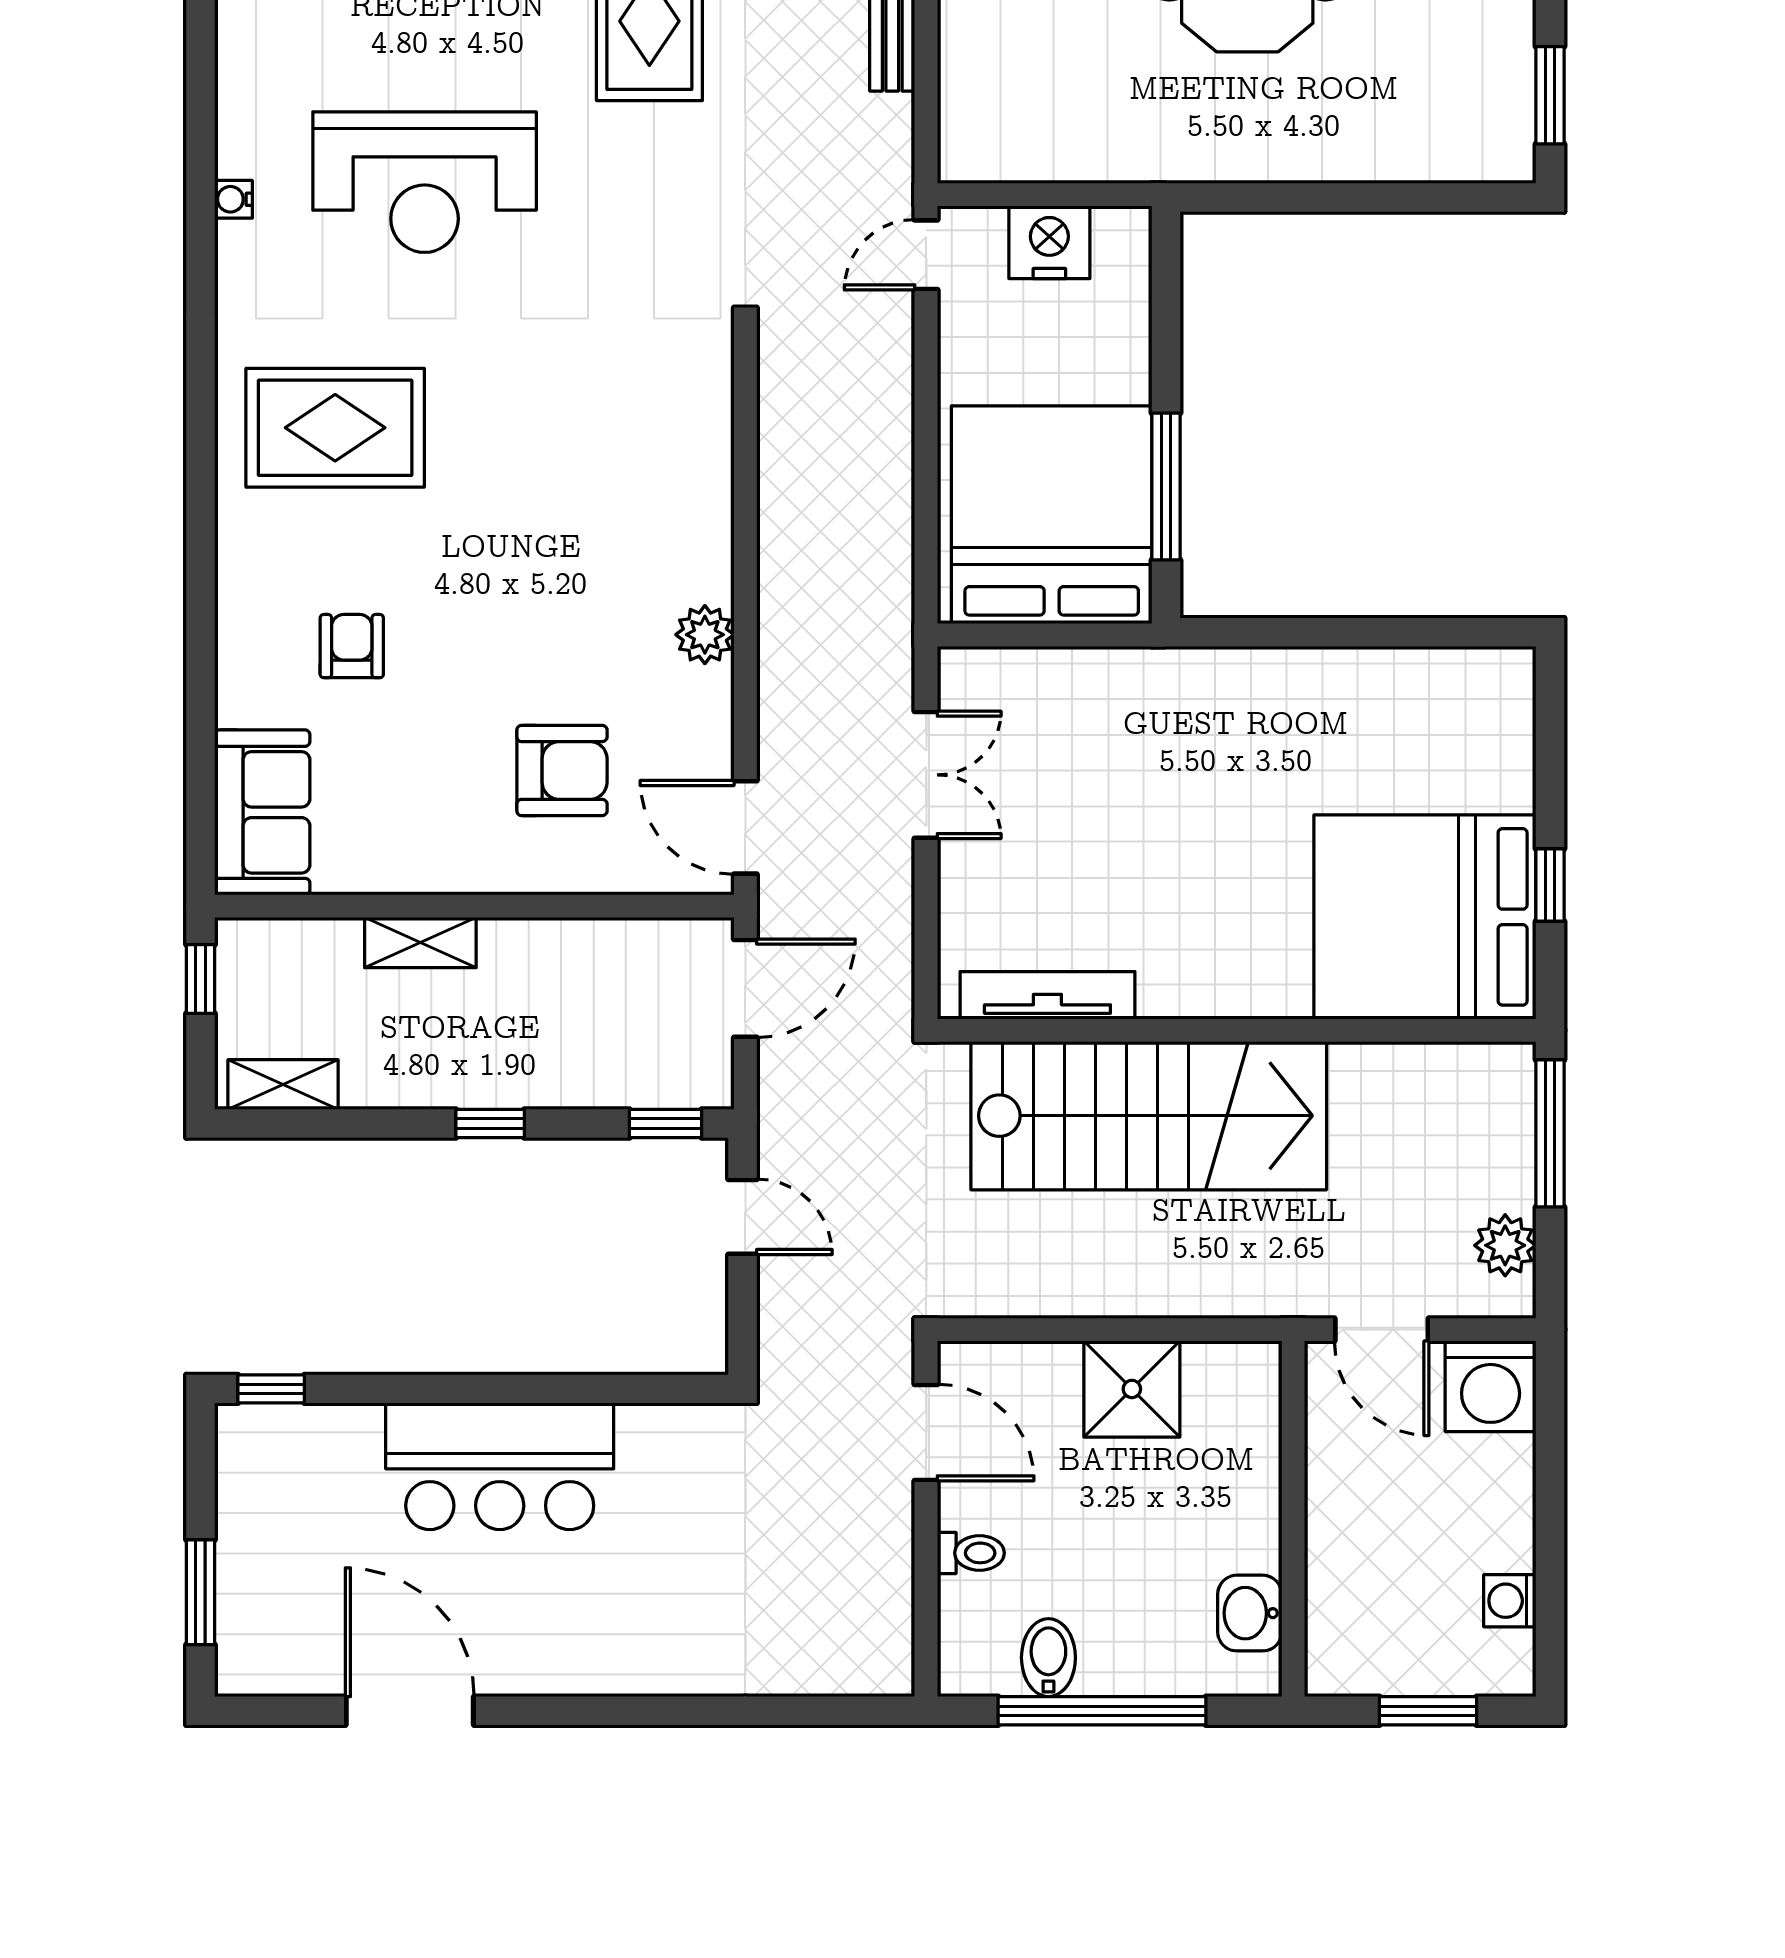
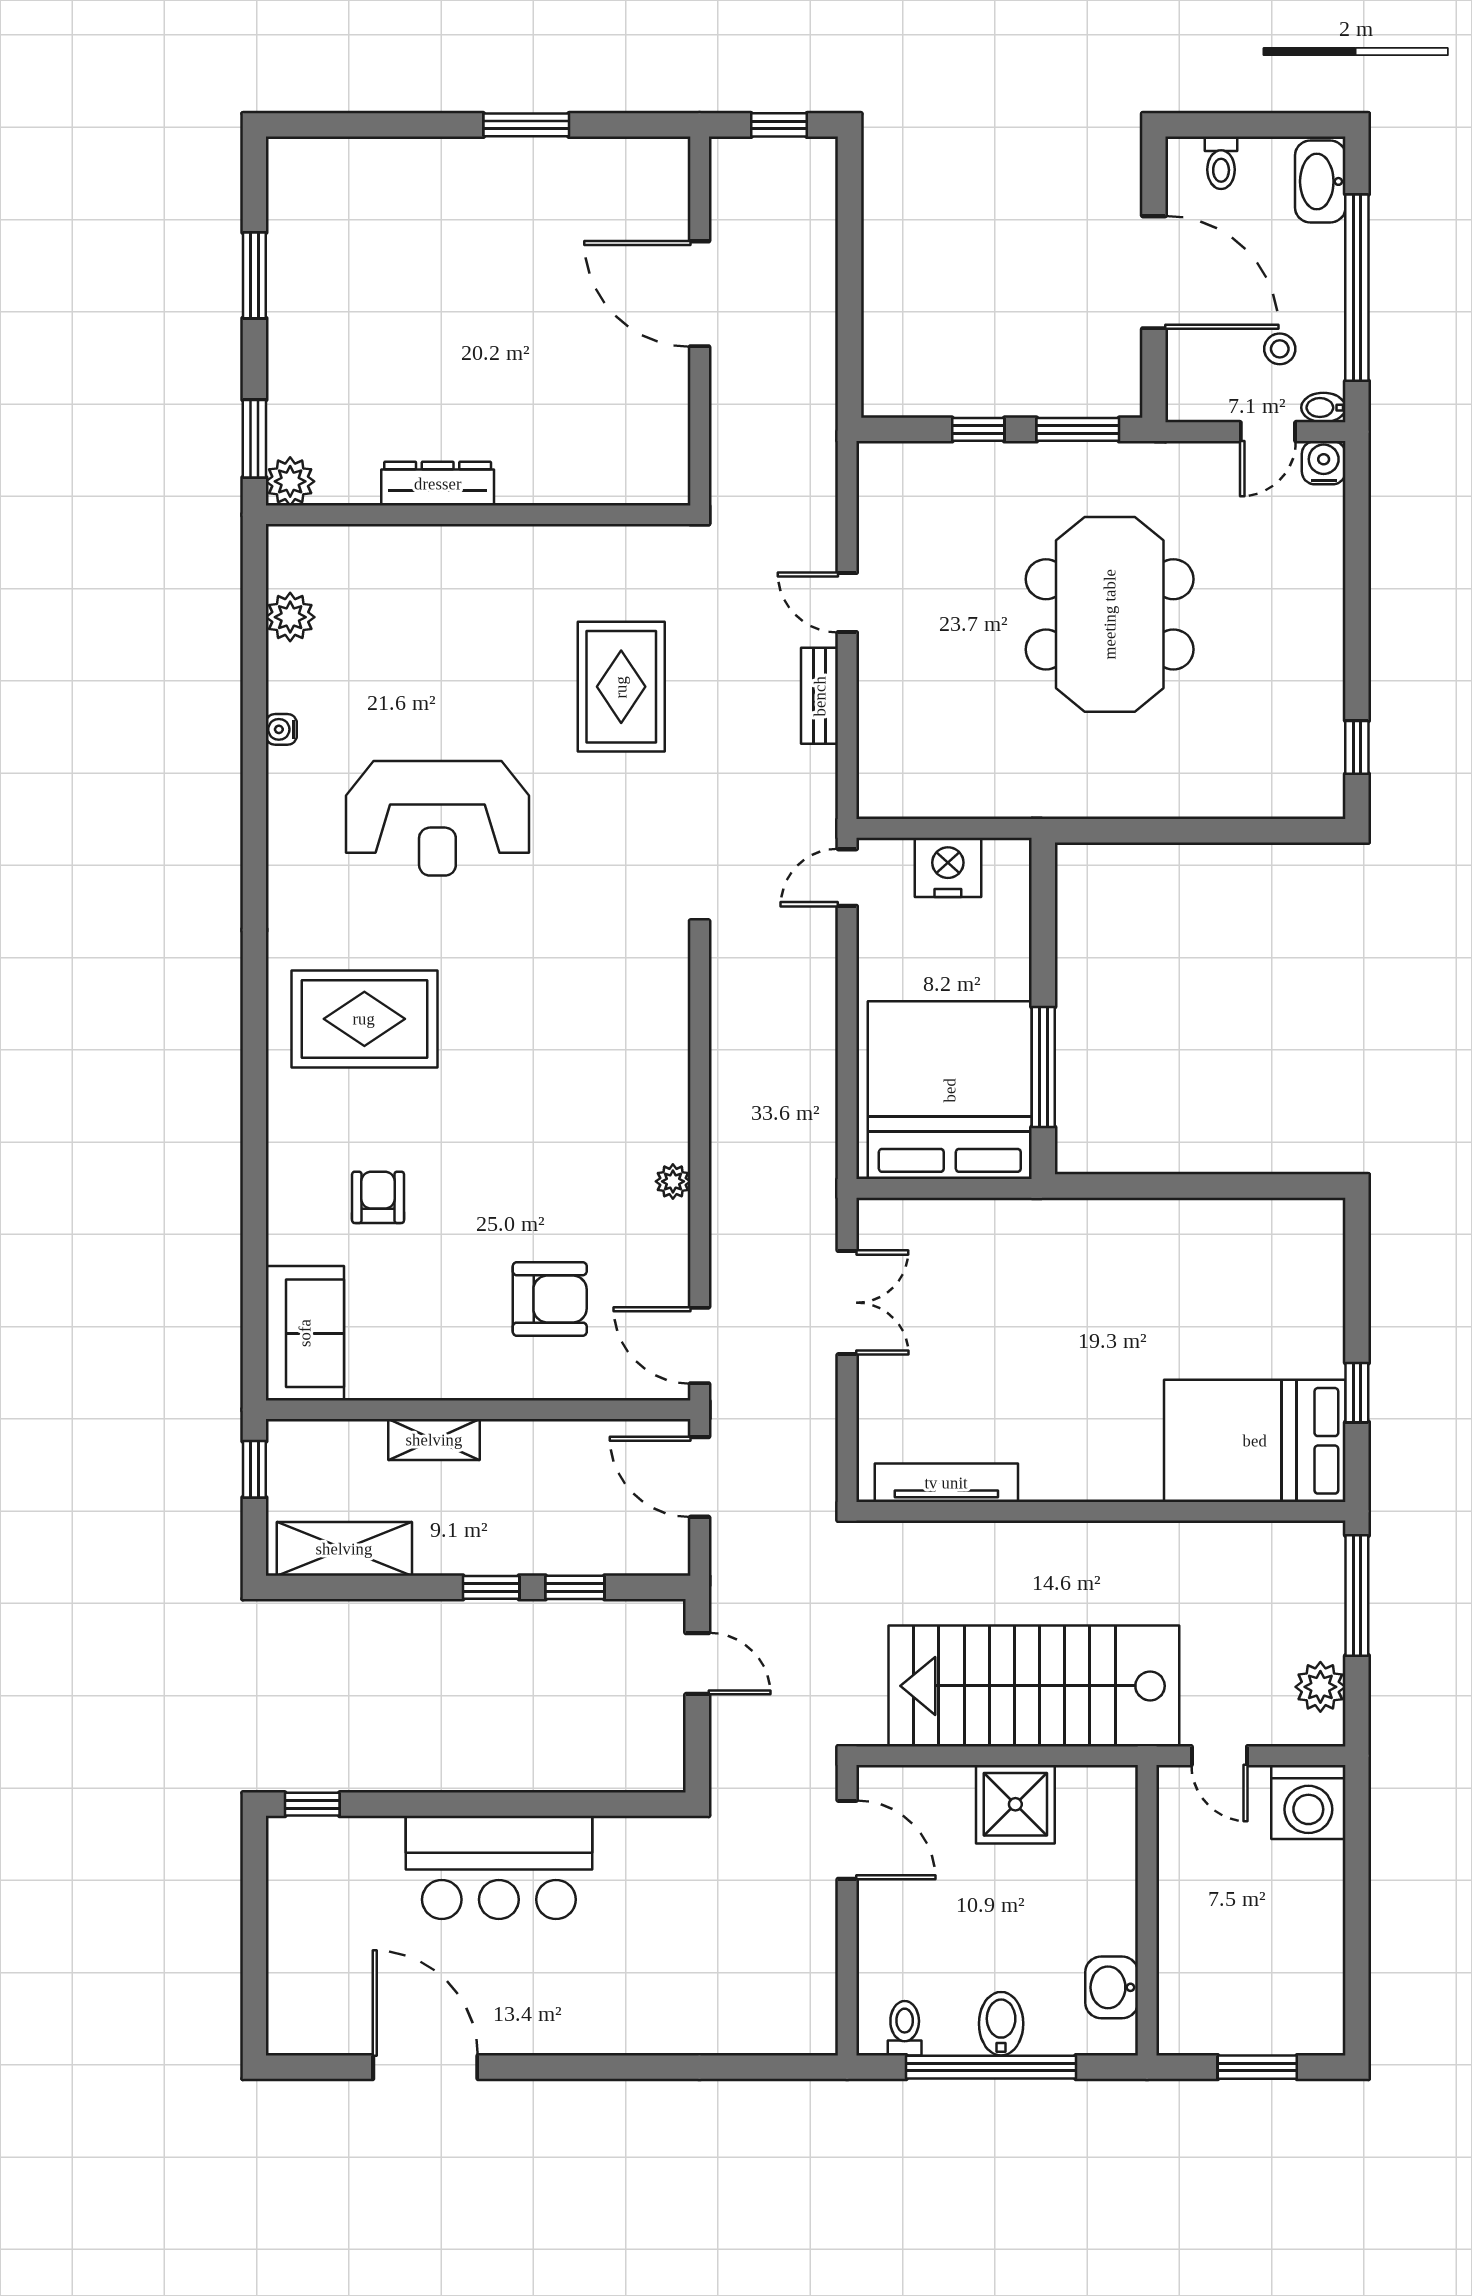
window: (1550, 95) -> (1357, 747), width x0.67
water cooler: (233, 199) -> (281, 729), moved
plant: (705, 635) -> (673, 1181), width x0.73, depth x0.73
bed: (1425, 917) -> (1255, 1441), width x0.73
door: (745, 988) -> (700, 1477), swing flipped
shelving: (283, 1085) -> (344, 1549), width x1.50, depth x1.33
stairs: (1149, 1116) -> (1034, 1686), moved, turned 180
window: (666, 1123) -> (575, 1587), moved
door: (1382, 1330) -> (1219, 1756), width x0.73
toilet: (971, 1553) -> (905, 2028), moved, turned -90
window: (200, 1592) -> (254, 1970), removed
washing machine: (1510, 1601) -> (1324, 1977), removed
bidet: (1048, 1658) -> (1001, 2024), moved

